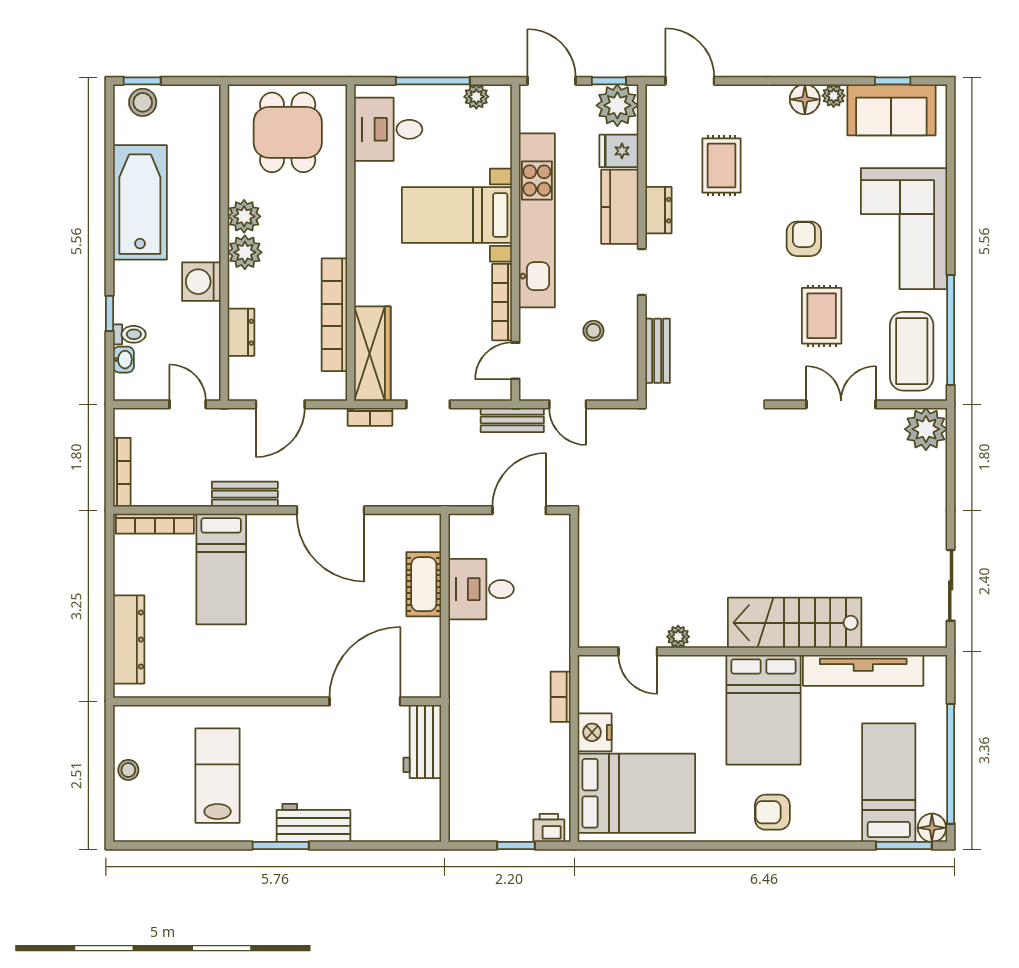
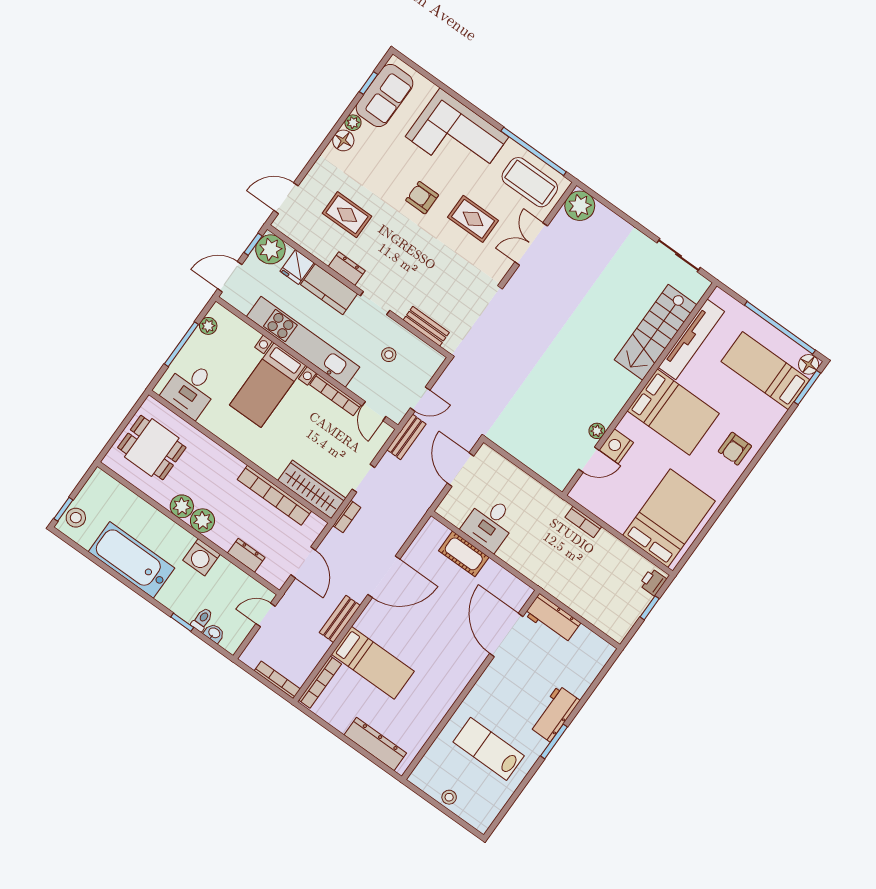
stairs: (795, 623) -> (656, 332), moved
nightstand: (595, 732) -> (616, 446), moved, turned 90

